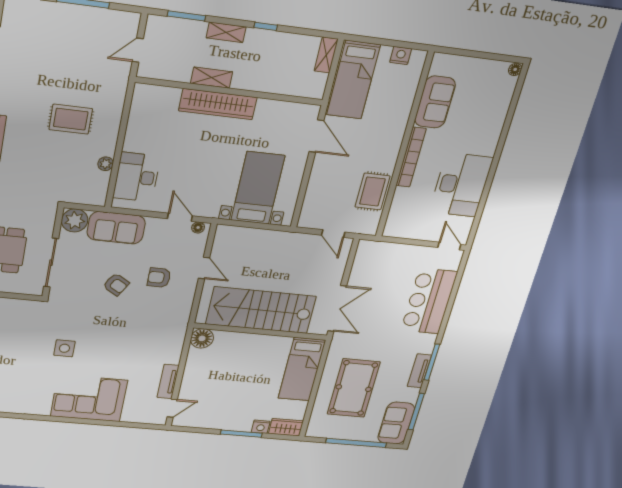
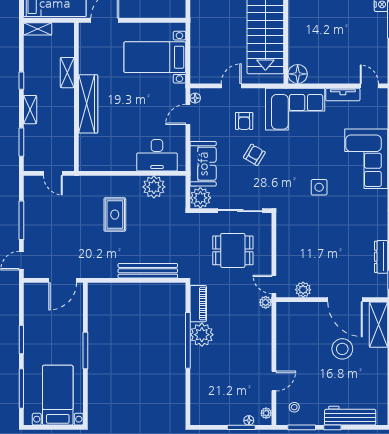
shelving: (212, 78) -> (67, 73), moved
plant: (106, 164) -> (154, 187), width x1.88, depth x1.88
corner sofa: (162, 332) -> (295, 109), added

